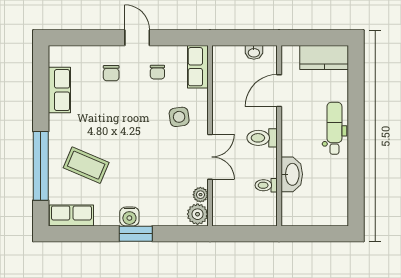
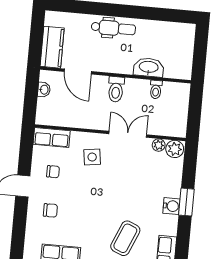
kitchen counter: (324, 57) -> (52, 47), moved
dental chair: (334, 128) -> (113, 28), turned 180

